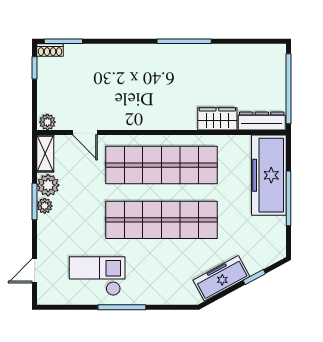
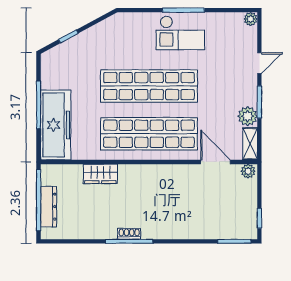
shoe rack: (50, 50) -> (129, 234), moved
dresser: (262, 121) -> (49, 207), moved, turned -90
door: (85, 133) -> (215, 162), width x1.38
plant: (45, 206) -> (251, 19), moved
door: (35, 271) -> (259, 63), moved
checkout: (97, 276) -> (180, 33), moved
freezer: (221, 278) -> (97, 35), removed

